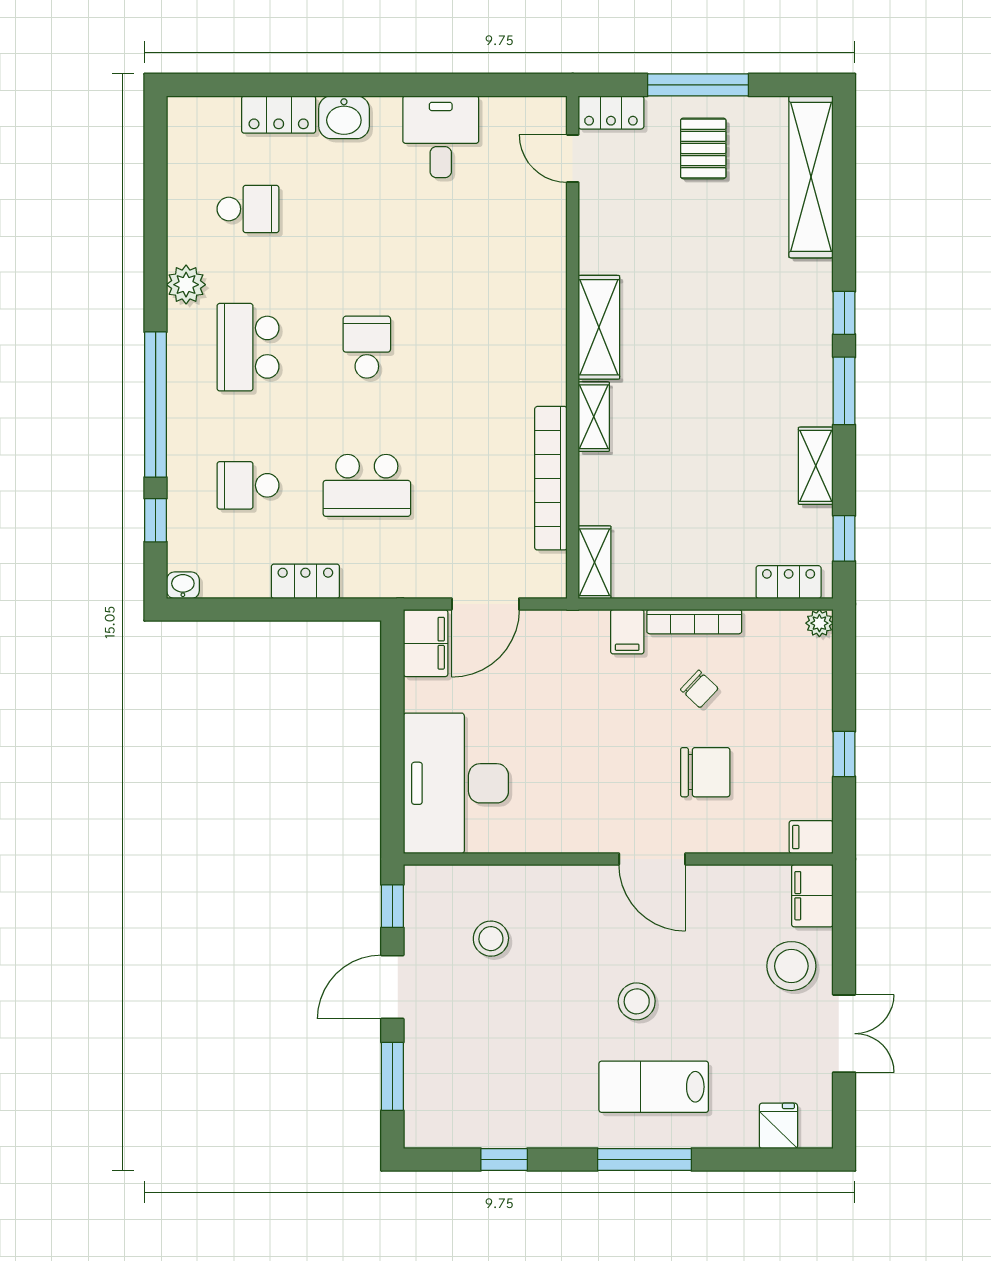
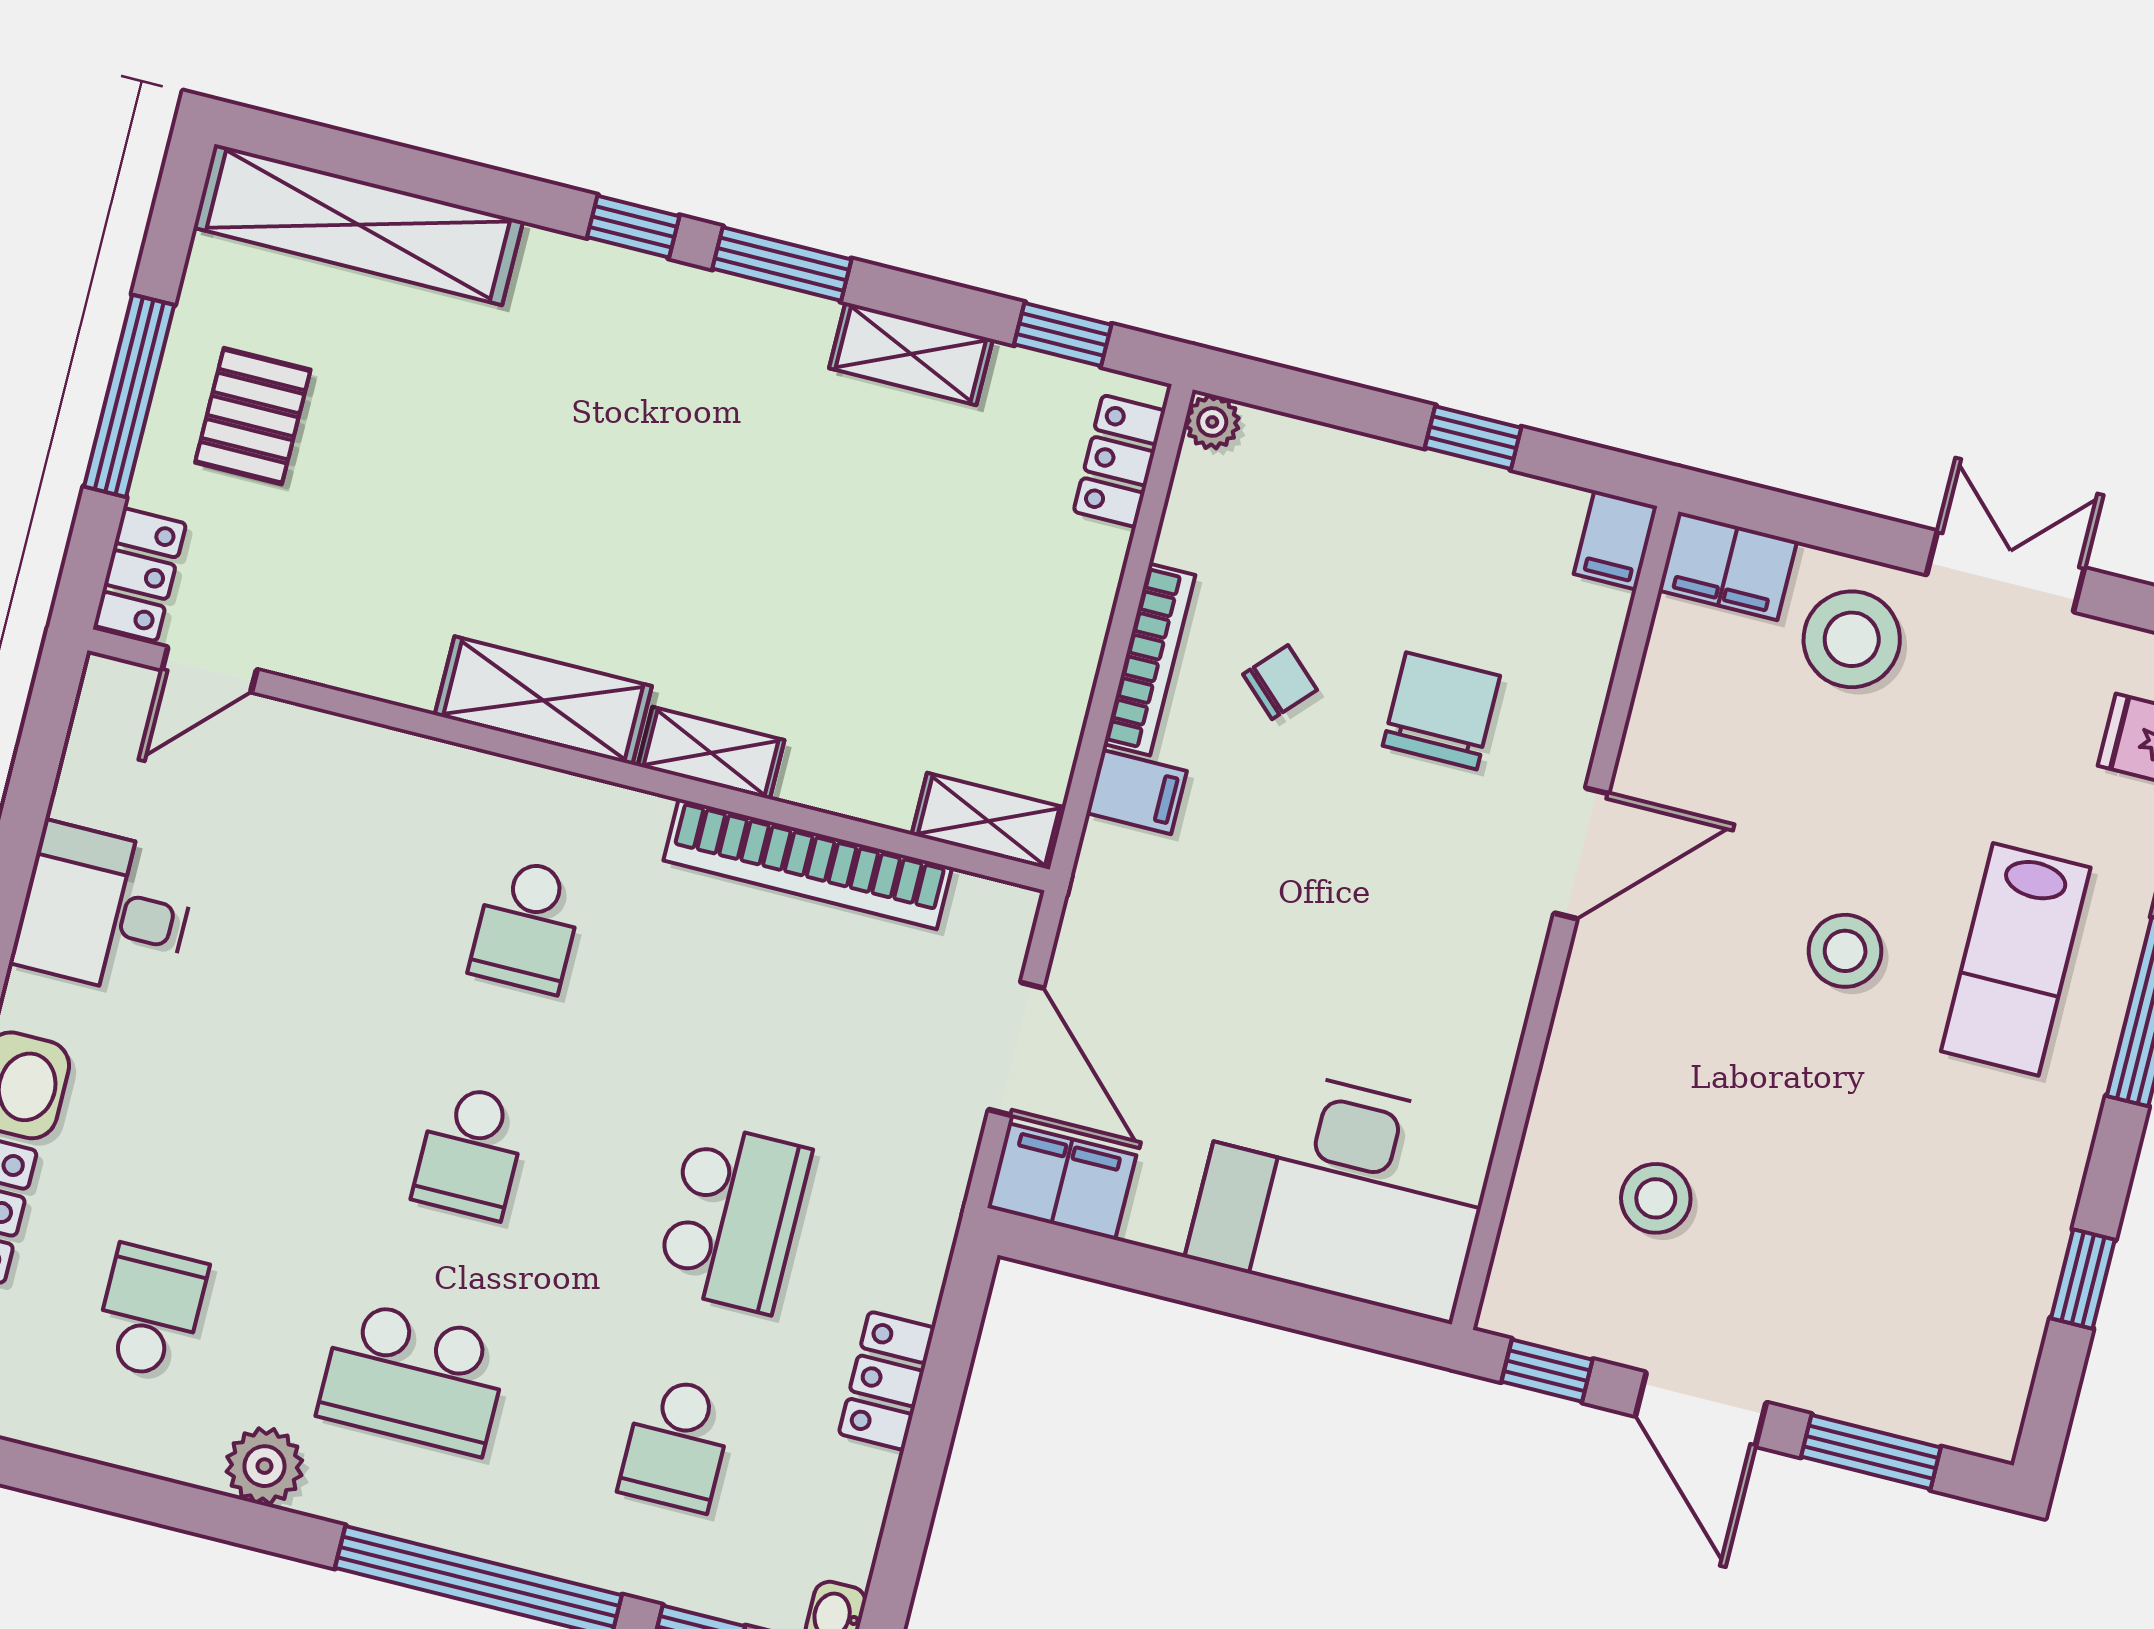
pallet: (703, 148) -> (253, 416), turned 90
school desk: (367, 347) -> (470, 1152), turned -90
school desk: (486, 347) -> (527, 926), added

